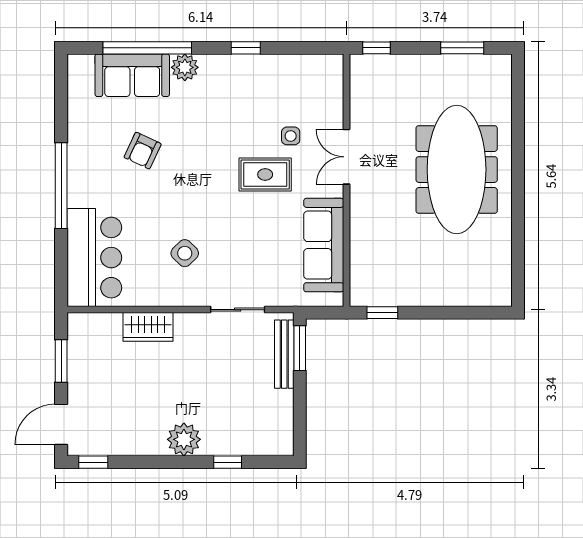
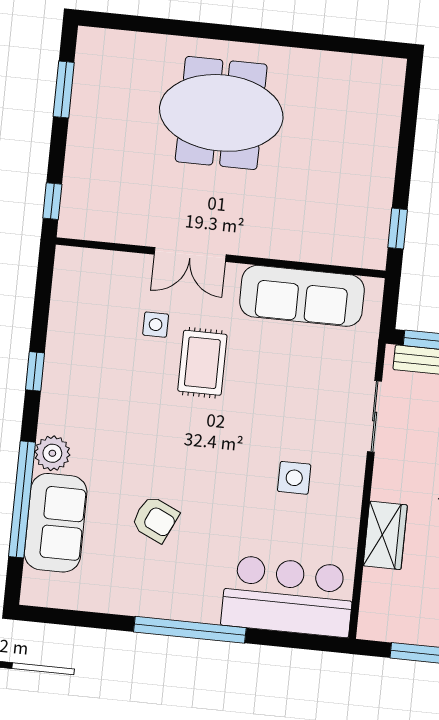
meeting table: (457, 170) -> (221, 113), width x0.73
side table: (185, 253) -> (294, 478), turned 45

